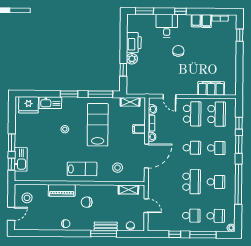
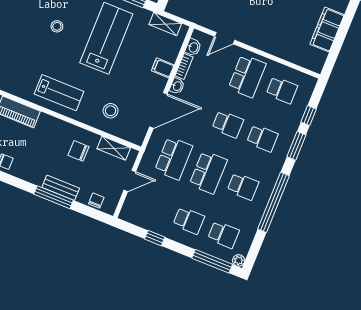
filing cabinet: (211, 88) -> (327, 30), moved, turned -90
door: (169, 96) -> (225, 38), hinge flipped
school desk: (217, 114) -> (282, 90), width x0.54
school desk: (167, 181) -> (174, 158), added
chair: (87, 202) -> (78, 151), moved
door: (146, 206) -> (130, 181), hinge flipped
window: (203, 235) -> (212, 261), moved

